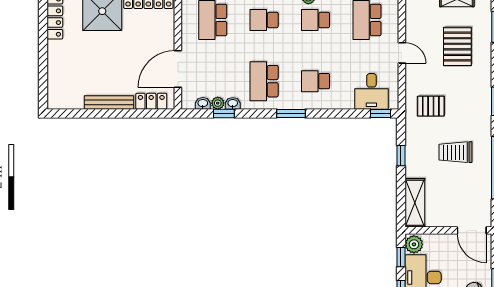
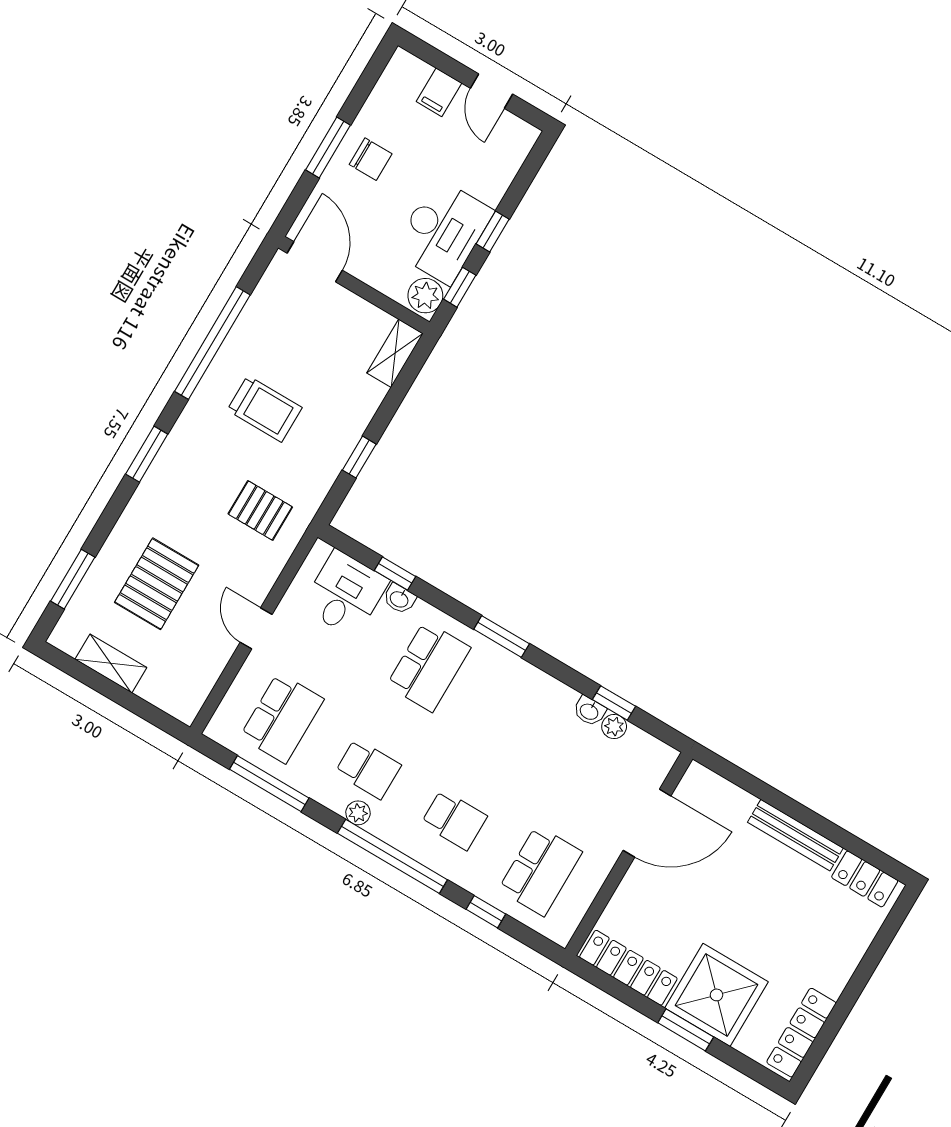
school desk: (264, 81) -> (515, 717), removed
school desk: (316, 81) -> (429, 666), width x1.85
locker: (151, 101) -> (865, 879), moved
washbasin: (203, 103) -> (399, 599), moved
window: (381, 113) -> (395, 573), moved
shelving: (415, 203) -> (395, 353), width x0.67, depth x0.75

